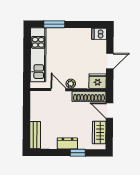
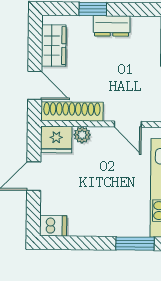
plant: (71, 84) -> (82, 135), moved

